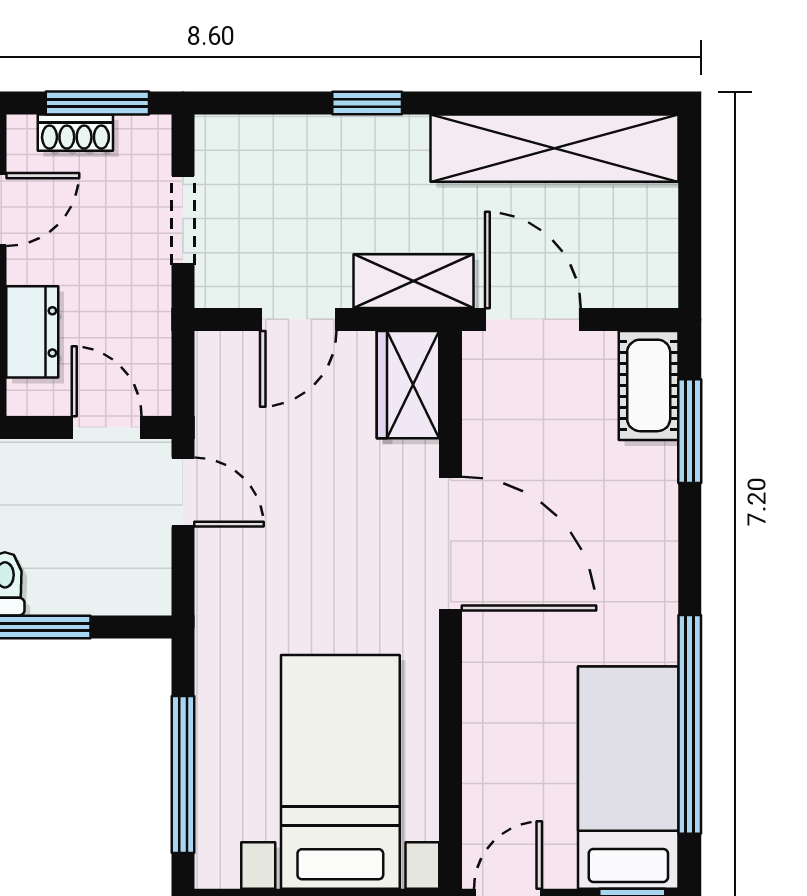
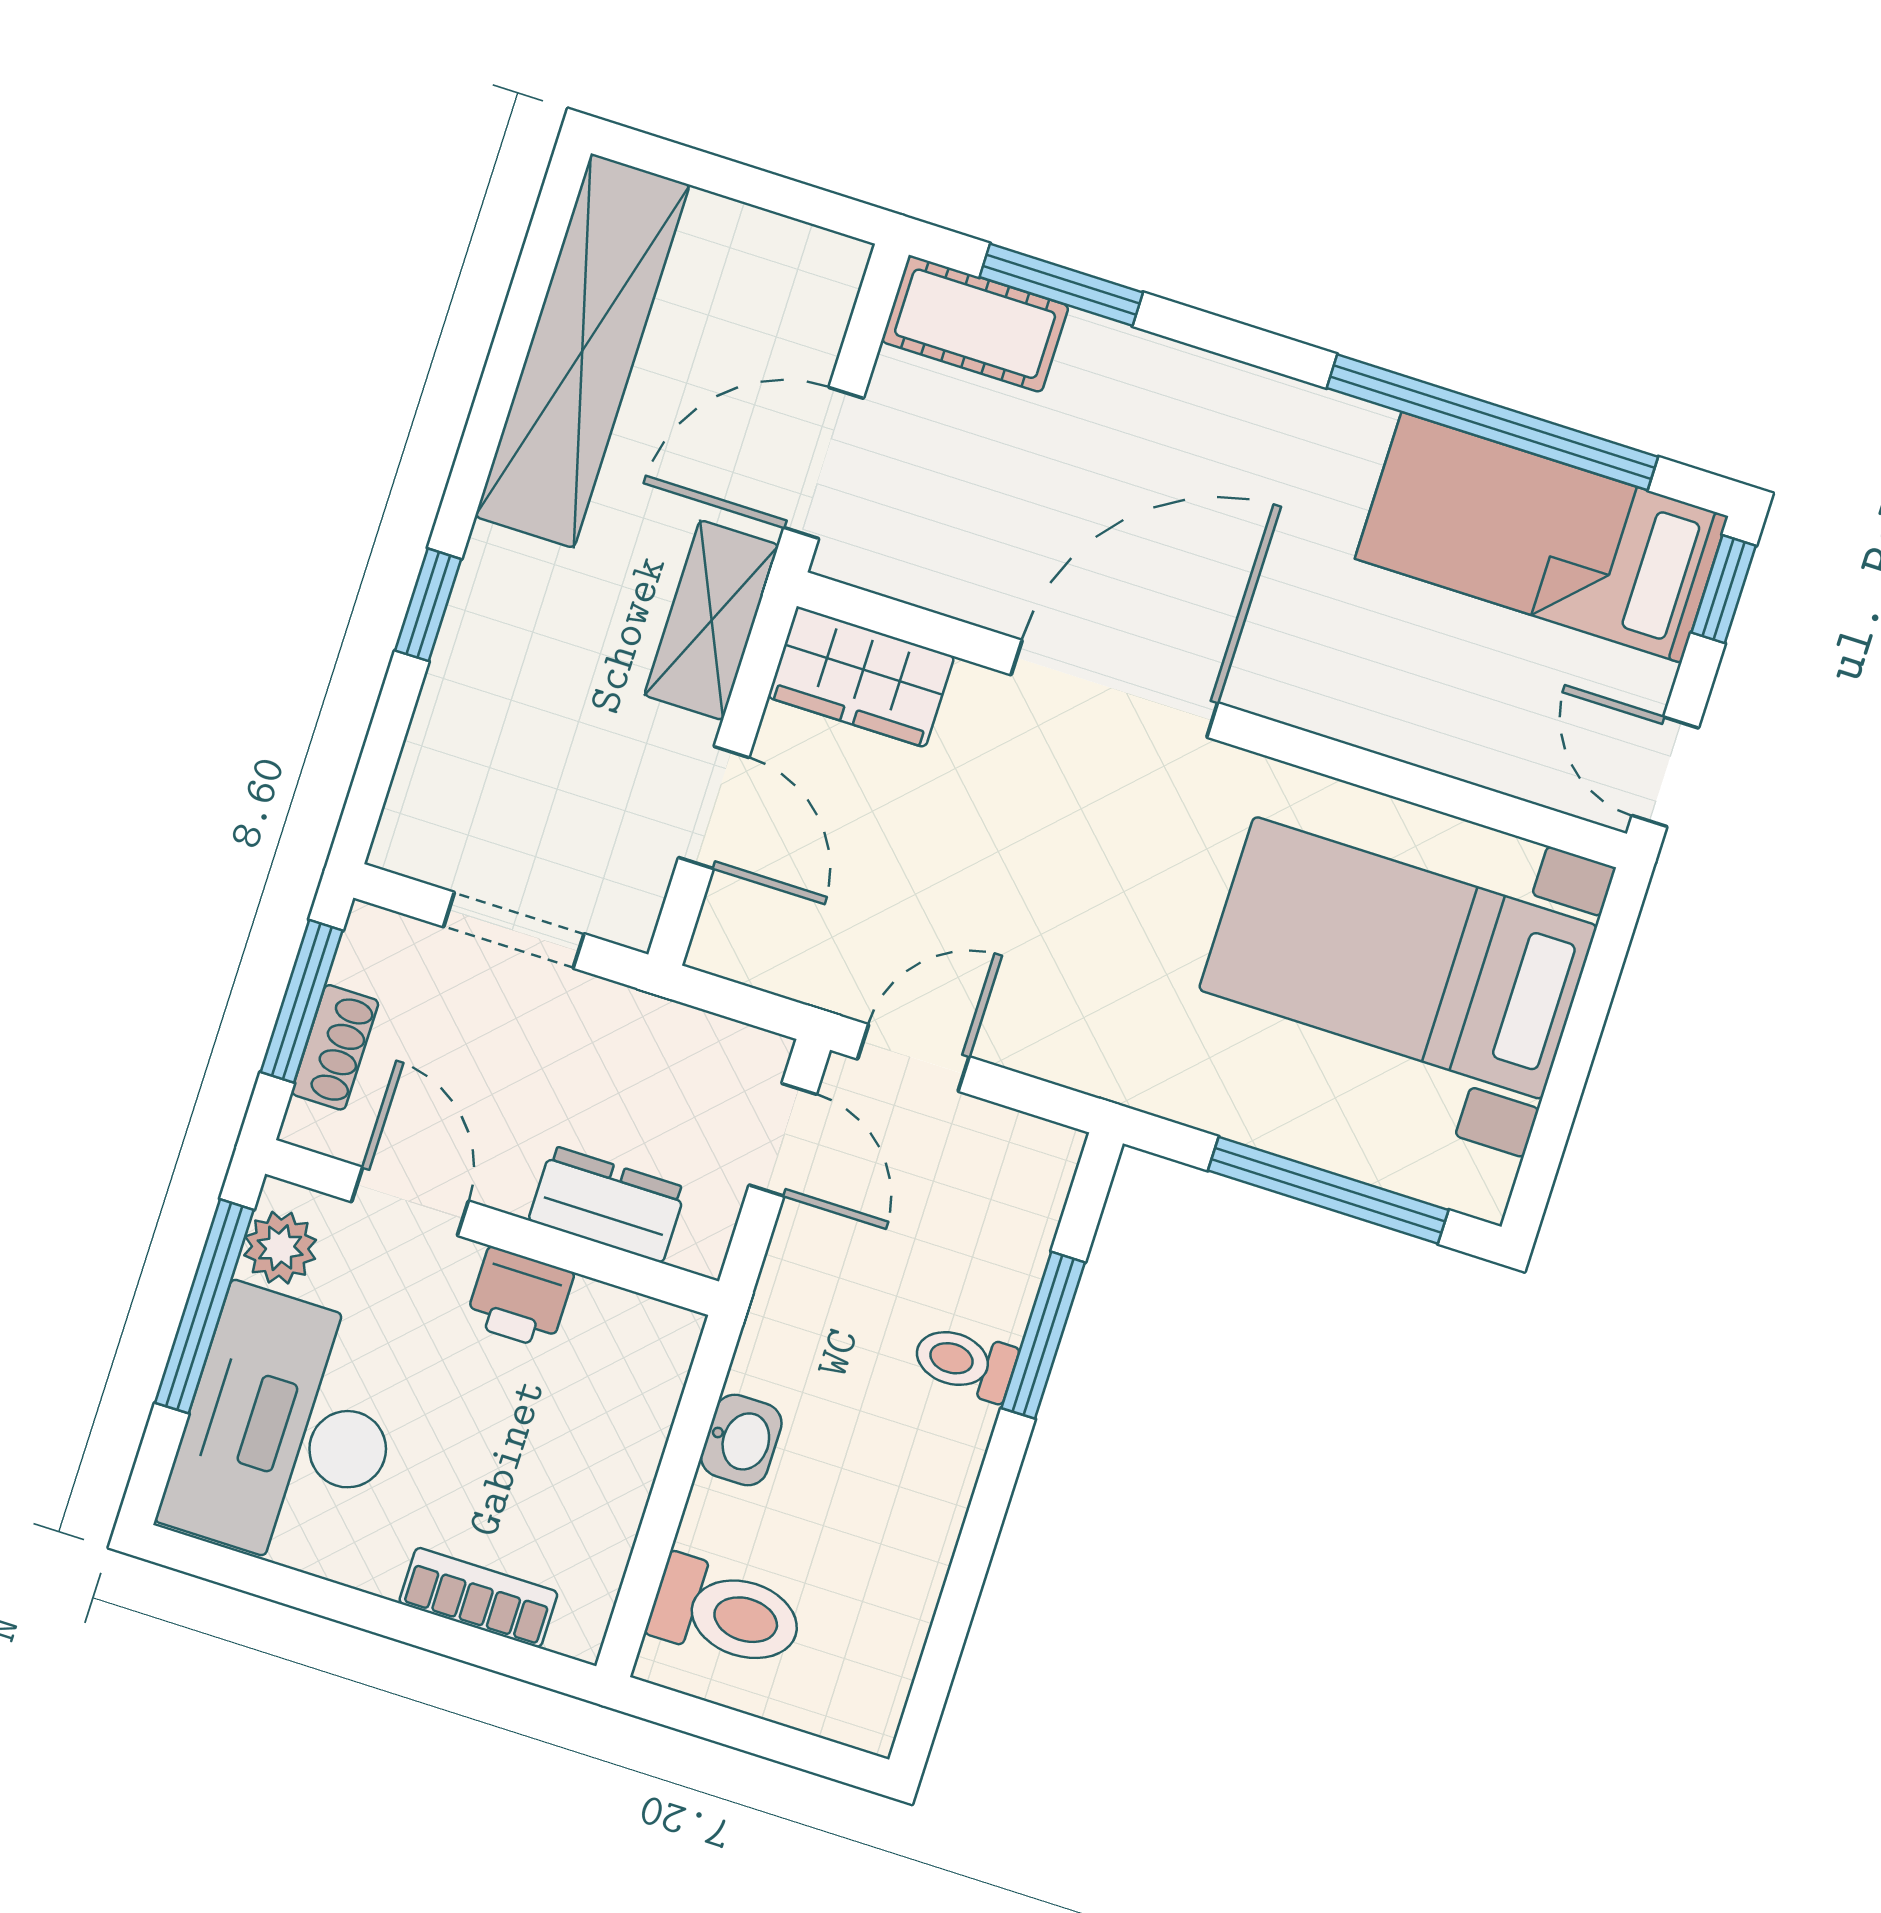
door: (107, 428) -> (783, 1140), swing flipped

